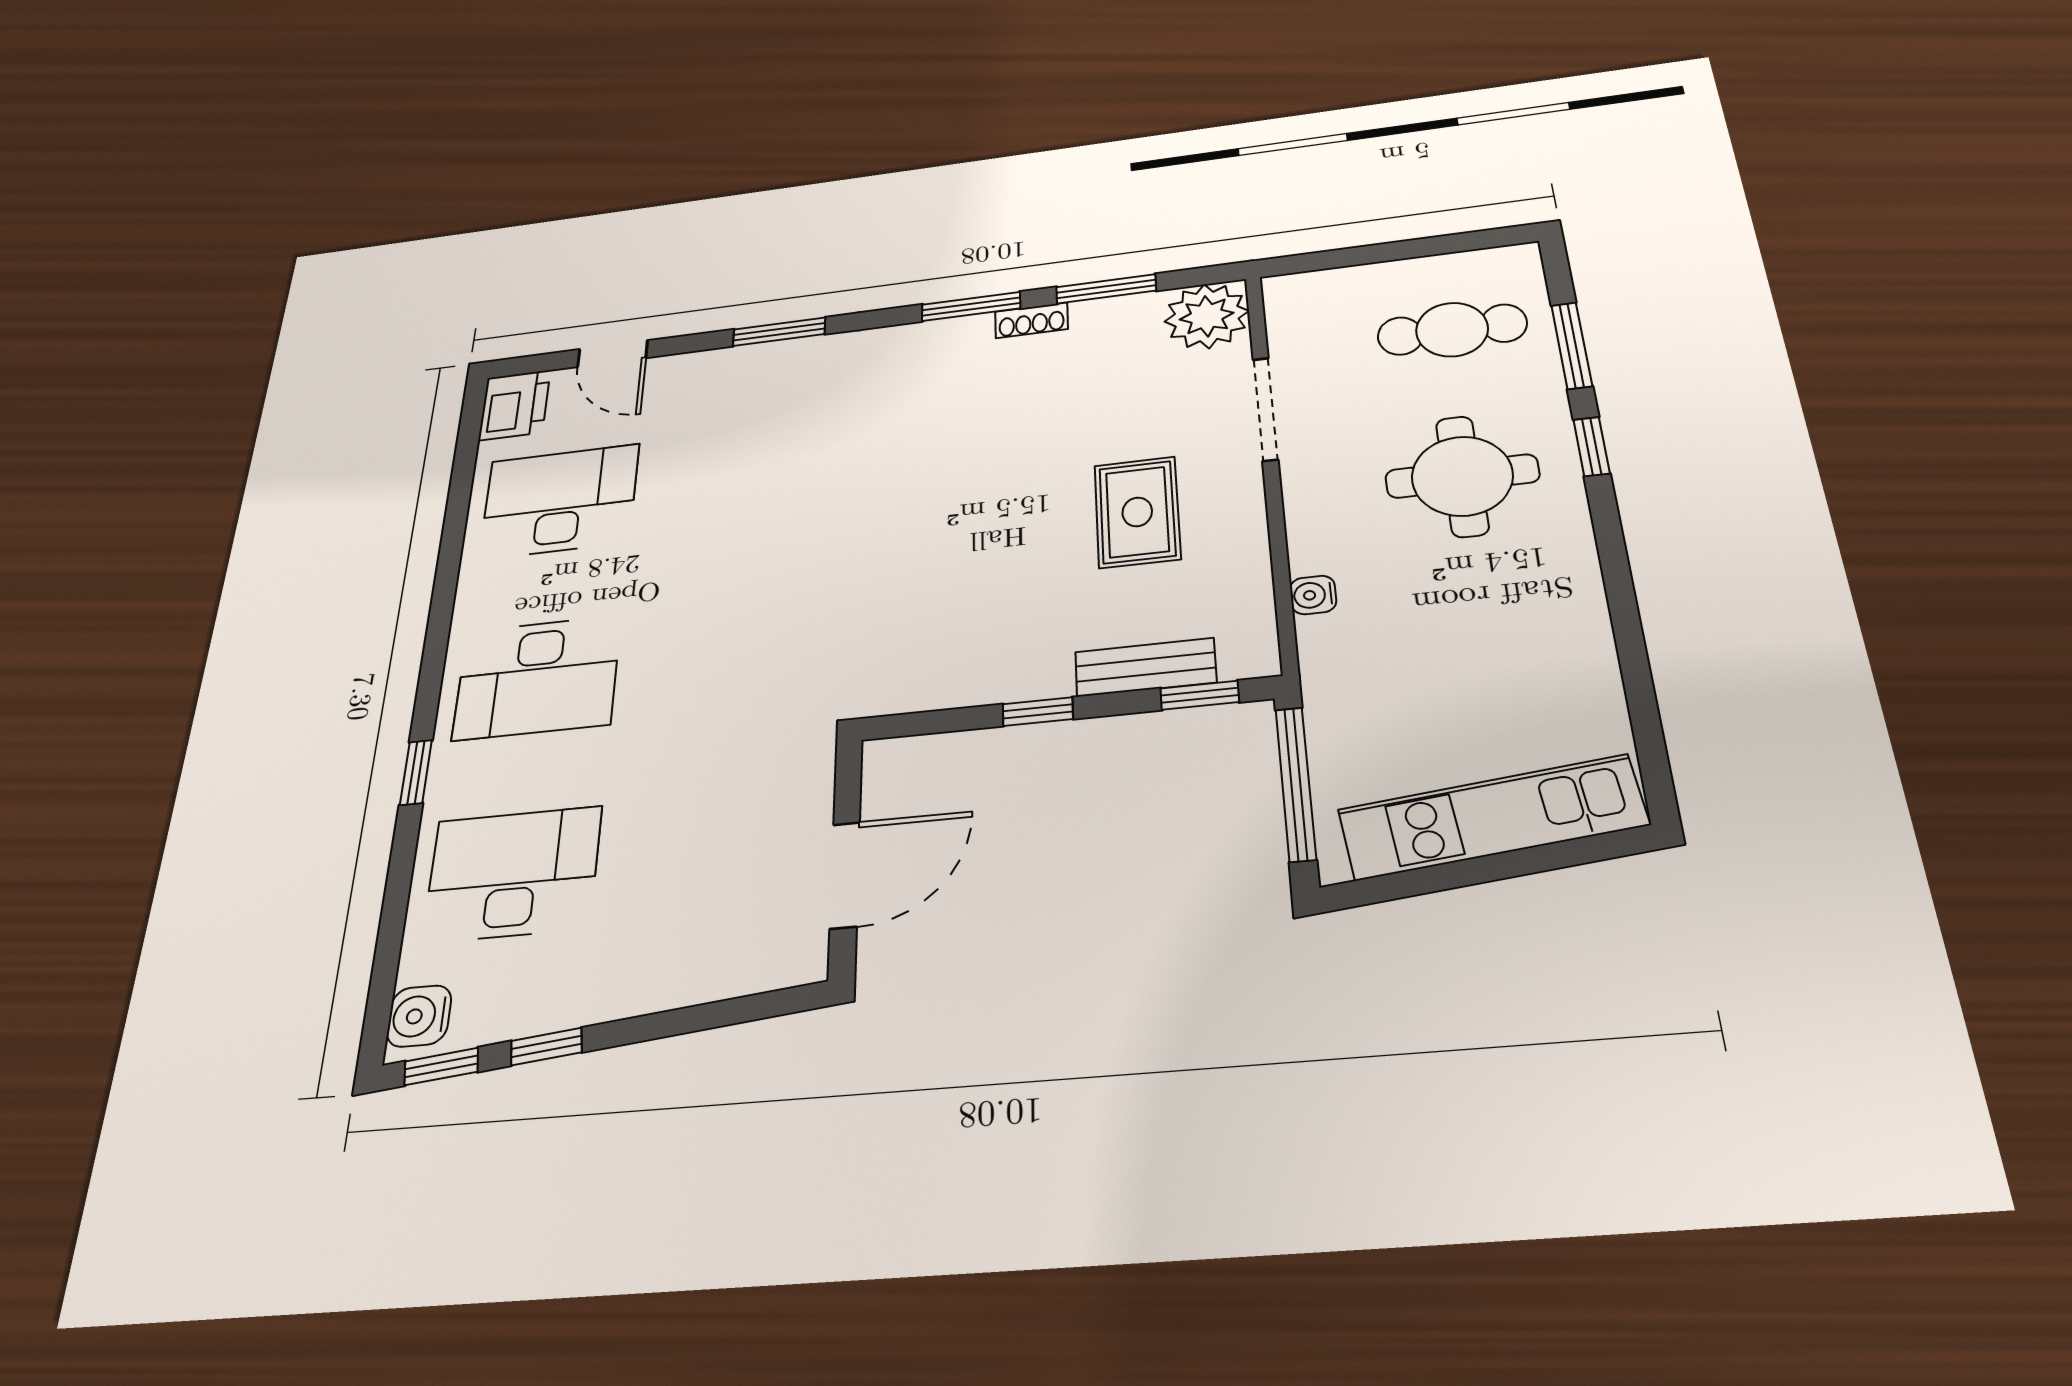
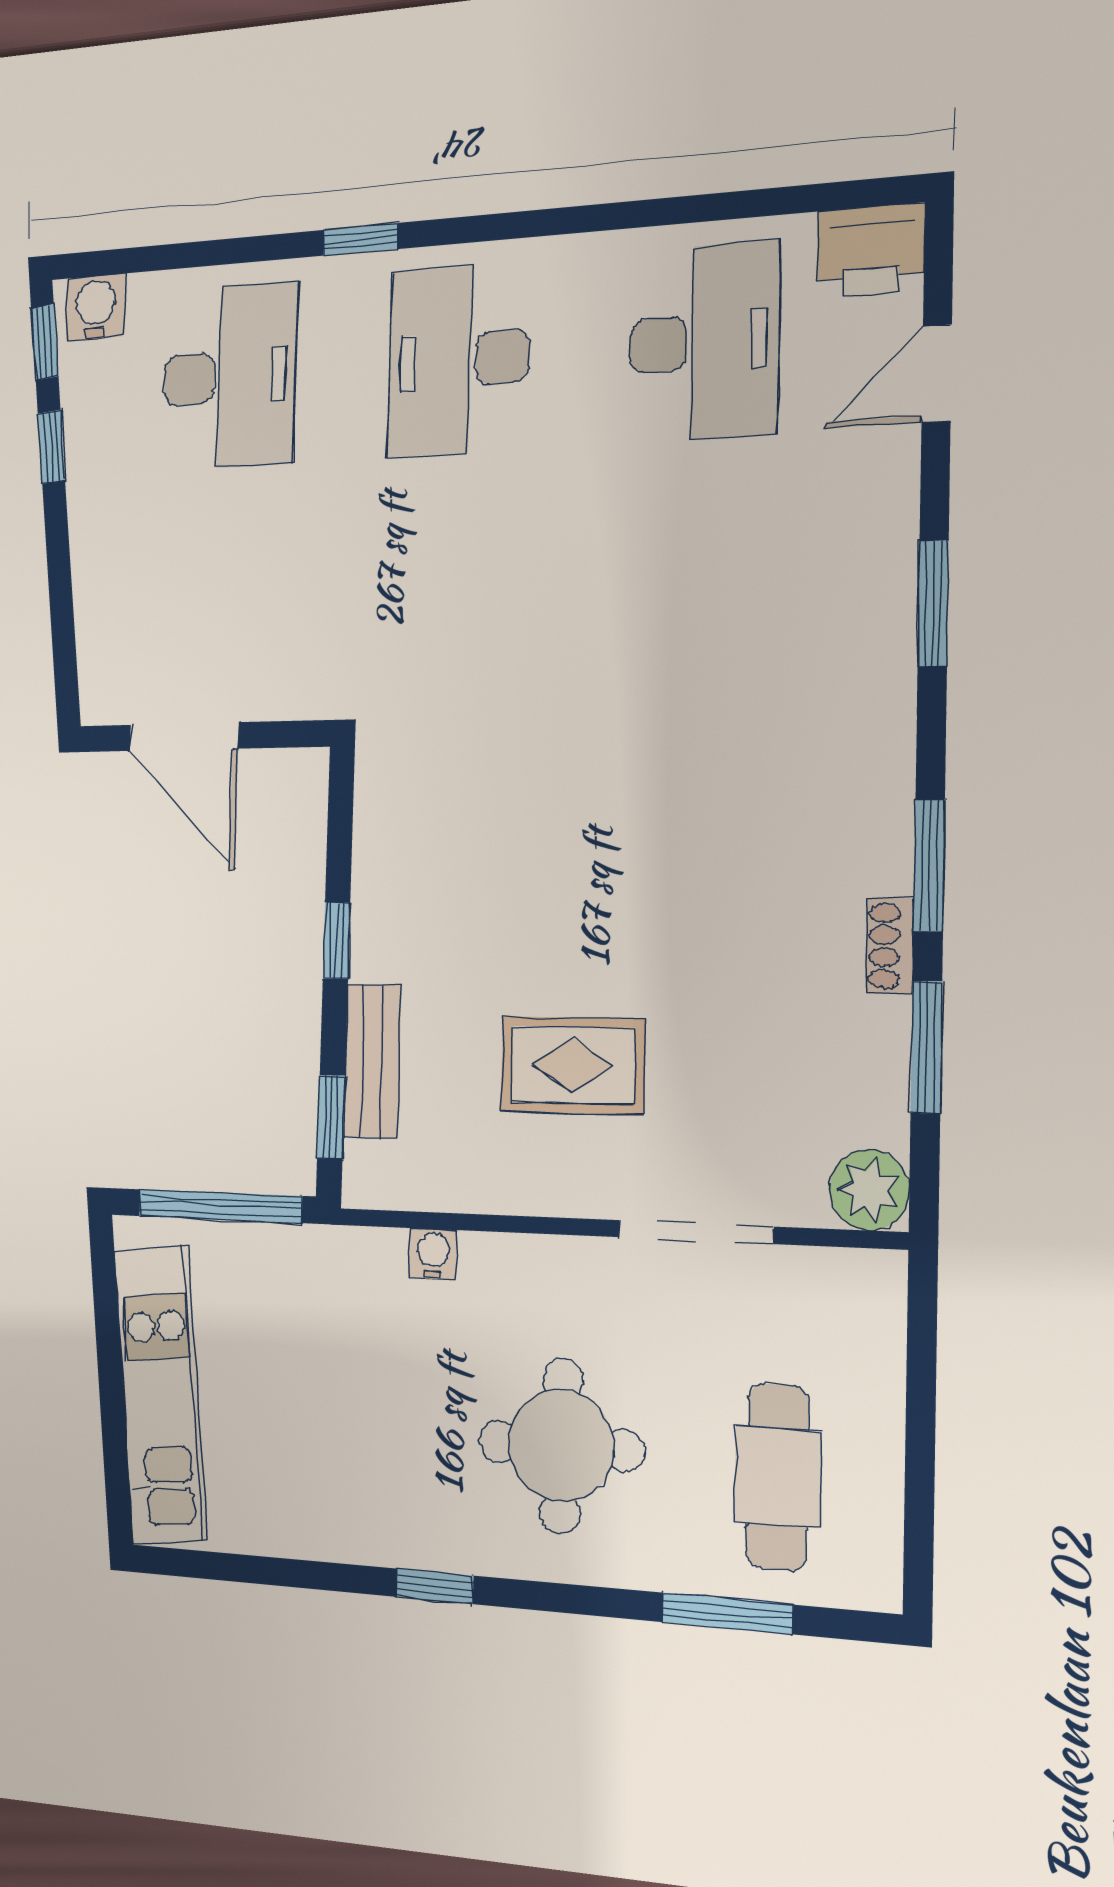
plant: (1207, 316) -> (869, 1190), width x0.73, depth x0.73
window: (1592, 447) -> (435, 1586), moved

